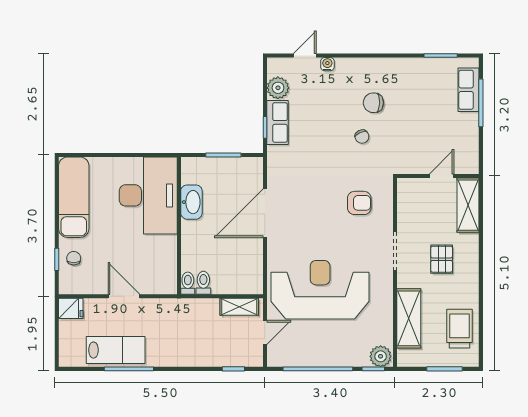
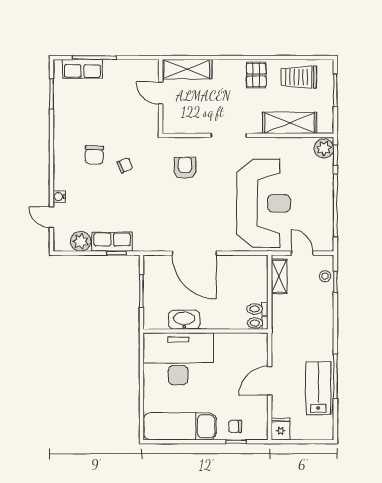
pallet: (442, 259) -> (256, 75), moved, turned 90
reception desk: (320, 290) -> (264, 203), turned 180
stool: (240, 358) -> (325, 276), added

